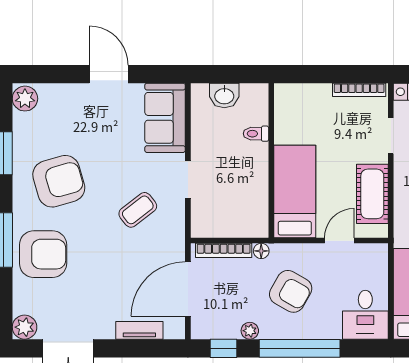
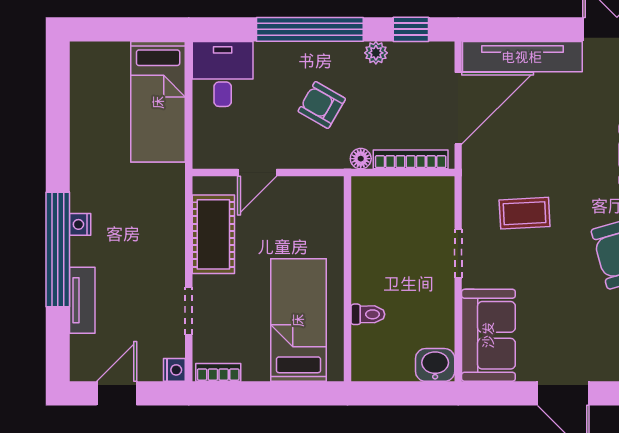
bookcase: (359, 90) -> (218, 372), width x0.64
washbasin: (224, 96) -> (435, 365), moved
bed: (295, 192) -> (298, 320), moved, turned 180
coffee table: (138, 210) -> (525, 213), turned 35
armchair: (291, 291) -> (322, 105), width x0.72, depth x0.72
tv unit: (139, 330) -> (522, 57), width x1.92, depth x1.29

